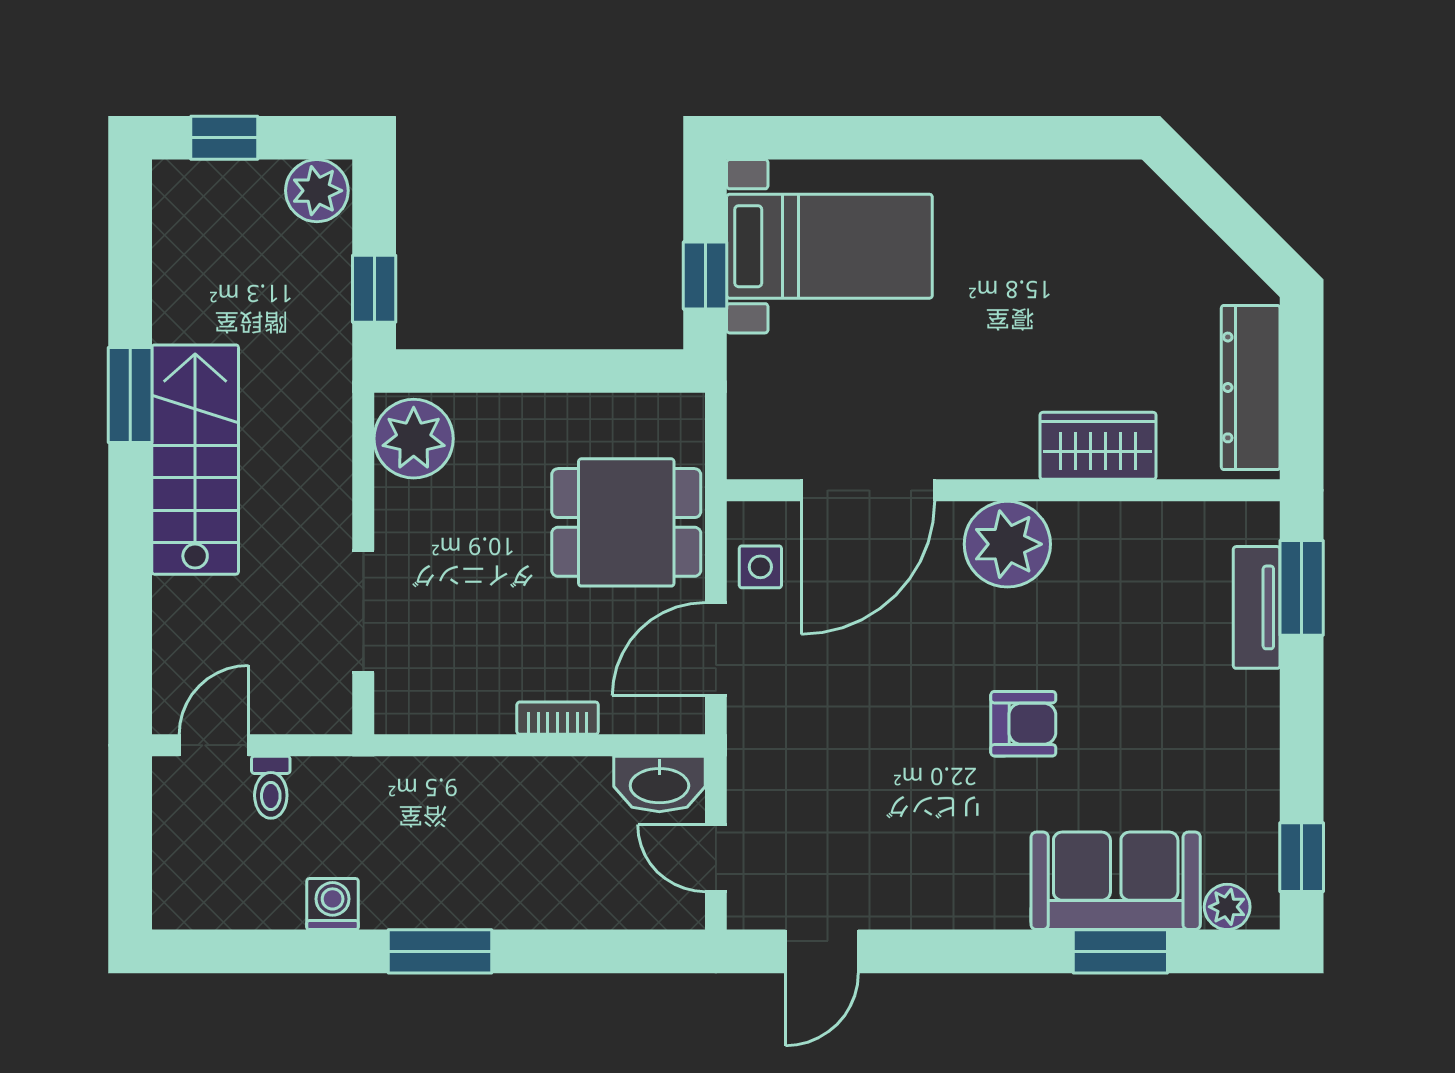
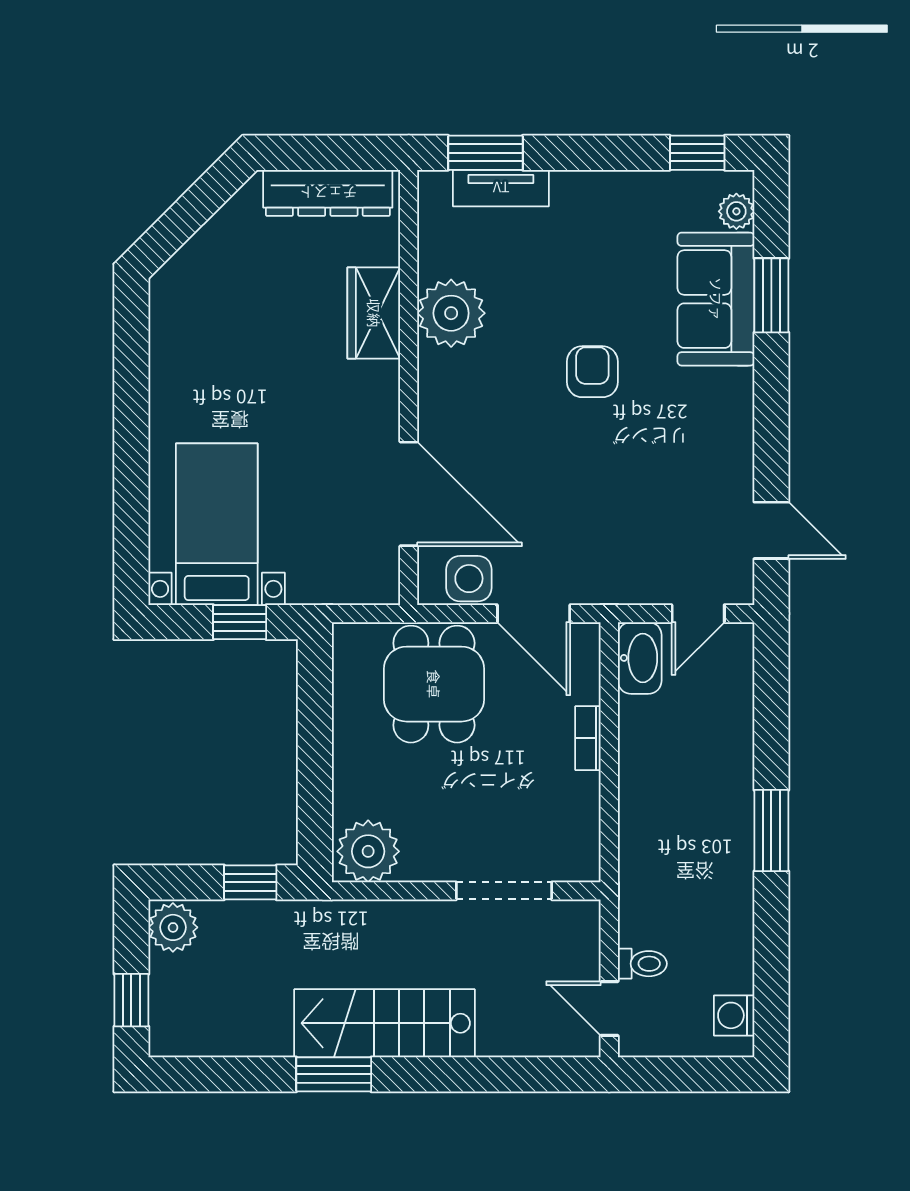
plant: (1007, 544) -> (451, 313), moved
side table: (760, 567) -> (469, 579), width x1.37, depth x1.37
washing machine: (333, 904) -> (734, 1015), moved

